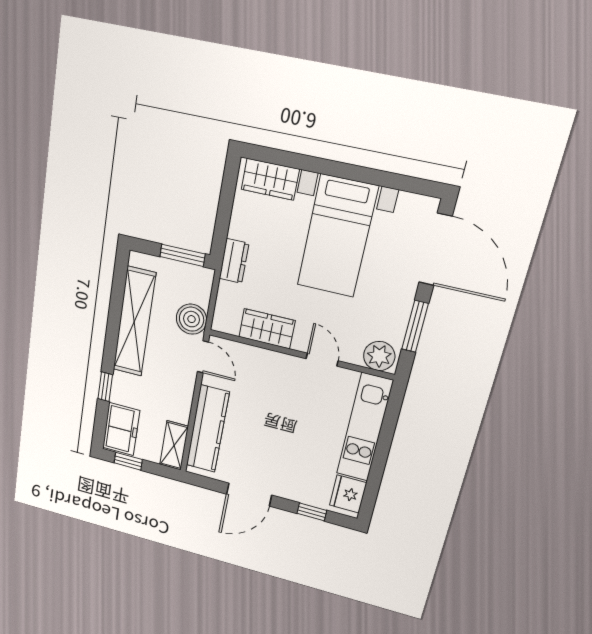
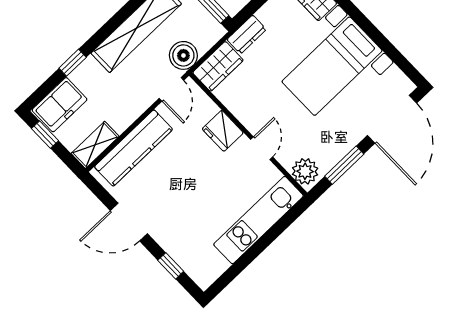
wardrobe: (267, 329) -> (218, 66), moved, turned 90
fridge: (348, 494) -> (223, 131), moved, turned -90

